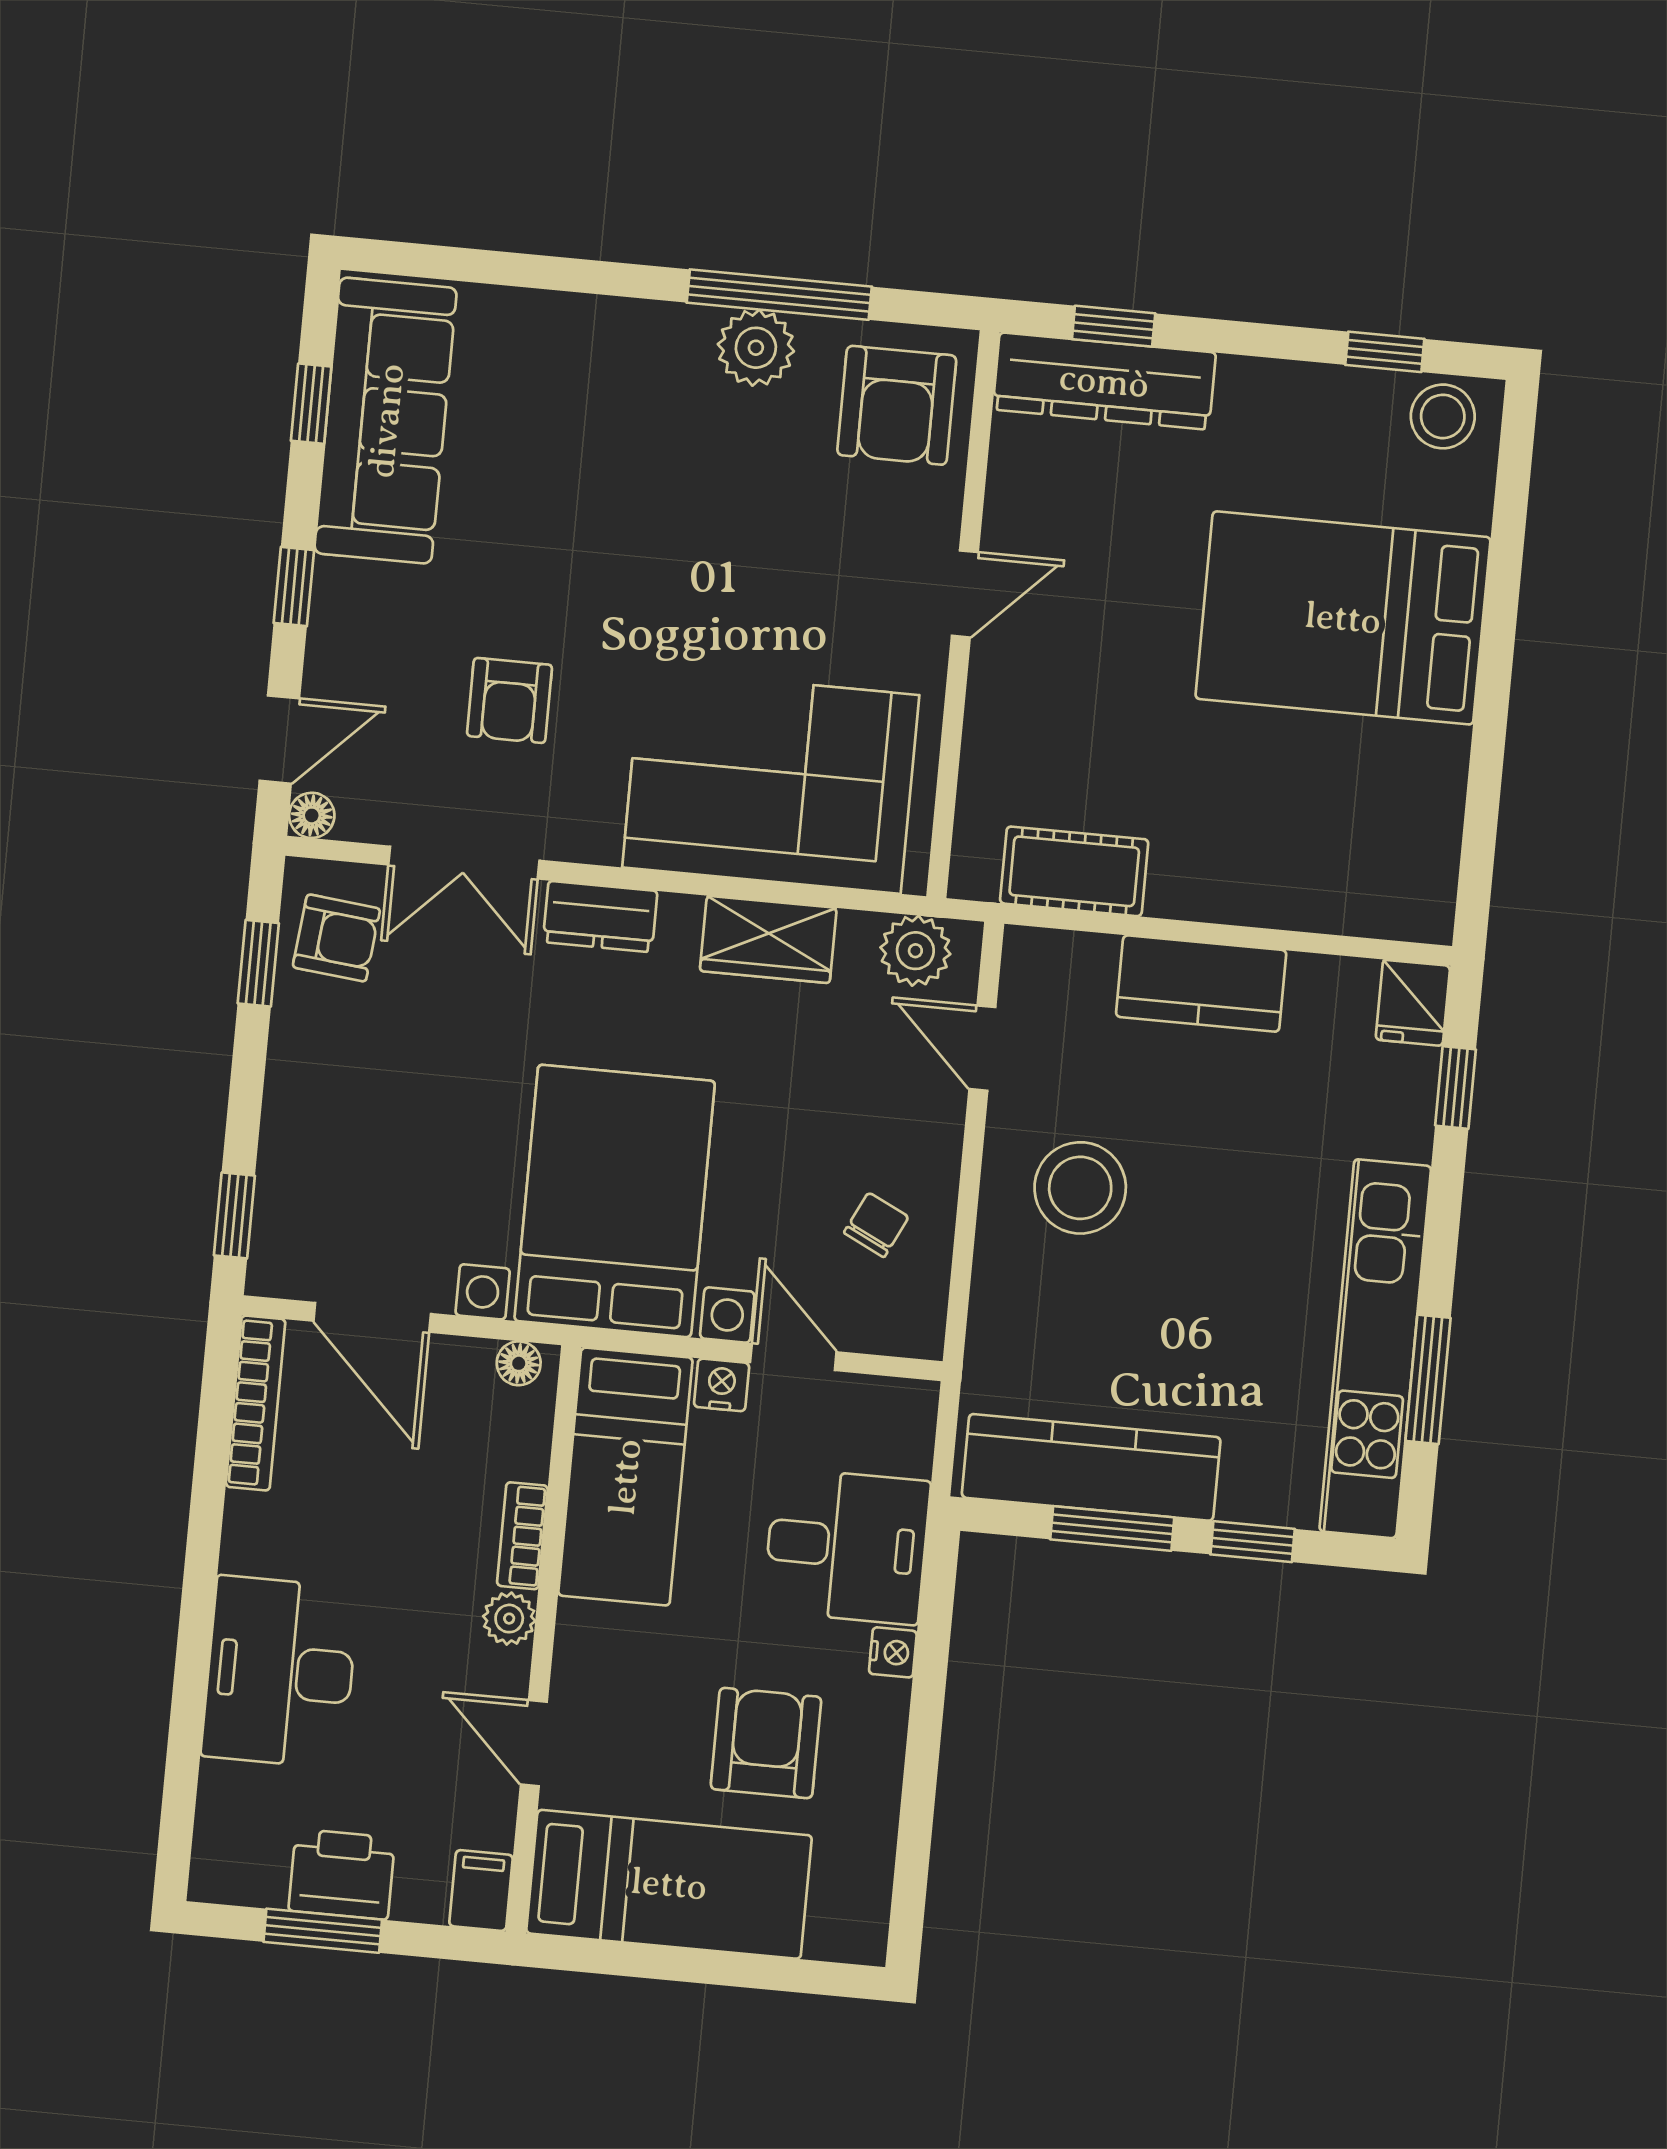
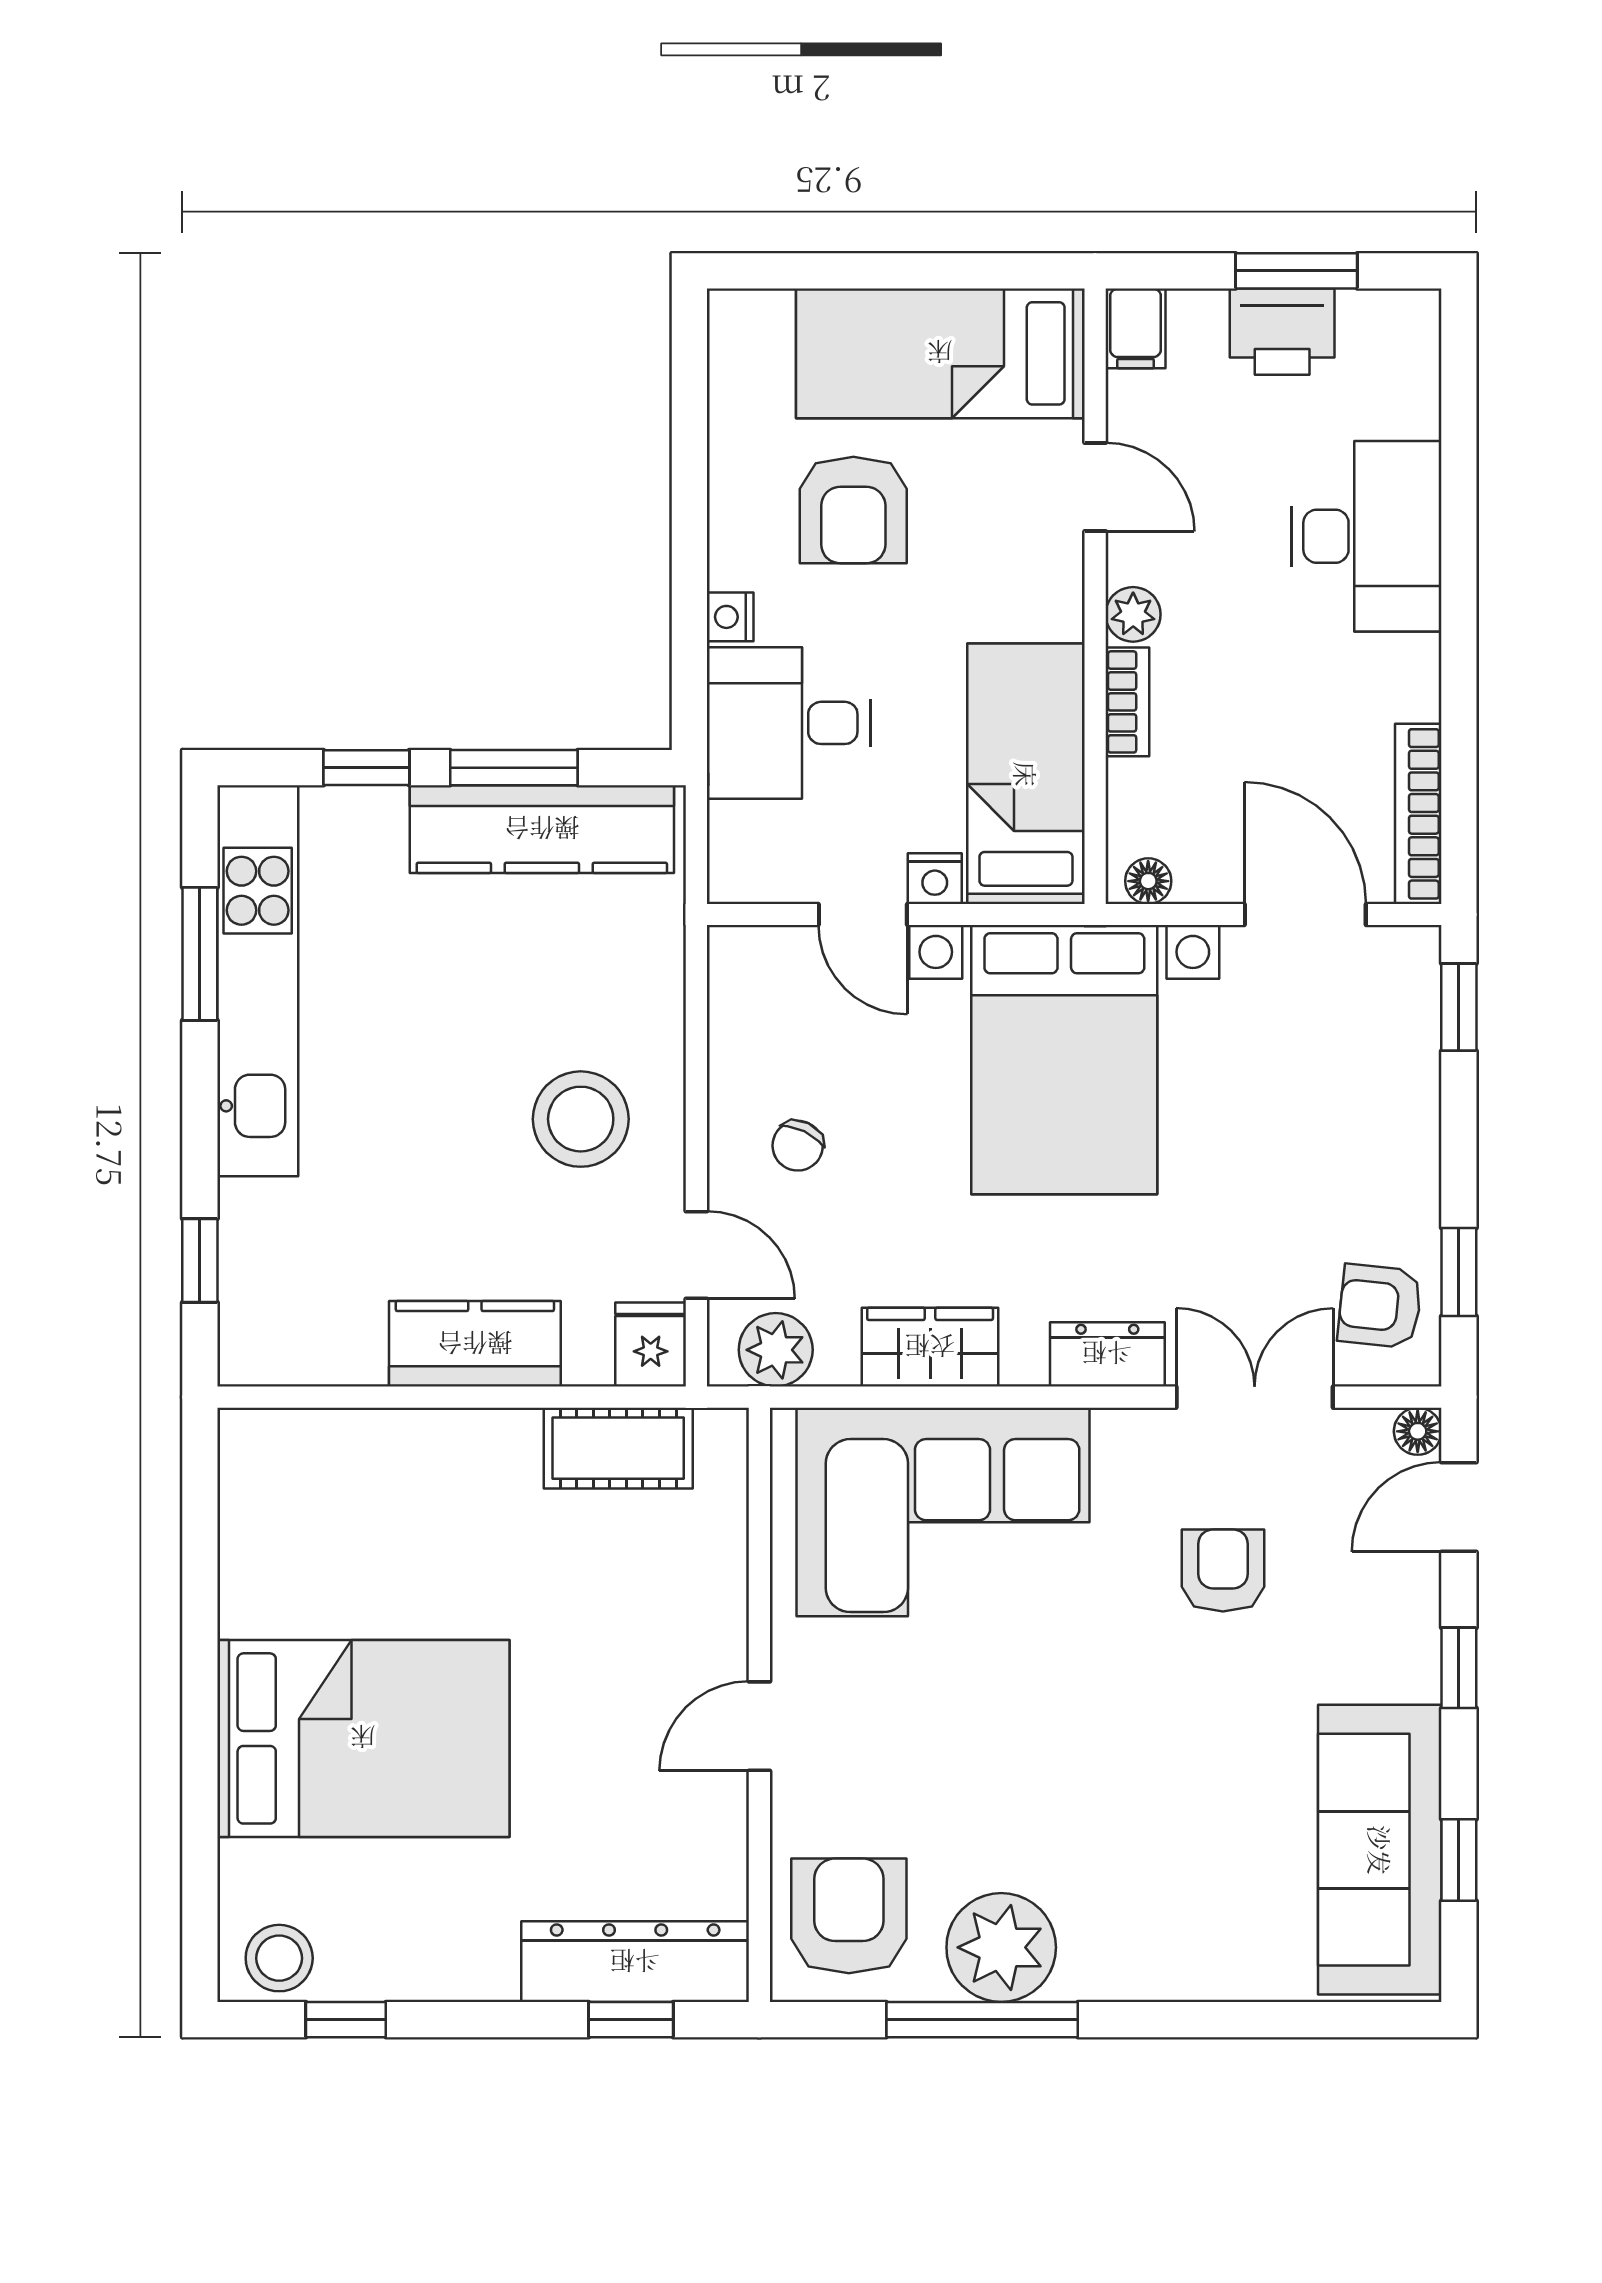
plant: (756, 348) -> (1001, 1947), width x1.36, depth x1.36
fridge: (1413, 1003) -> (651, 1345), moved
chair: (876, 1225) -> (798, 1146), moved

